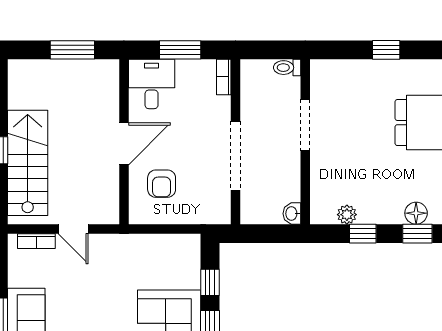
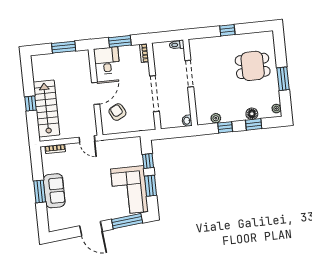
armchair: (162, 184) -> (117, 112), turned 152
door: (73, 229) -> (87, 139), moved

